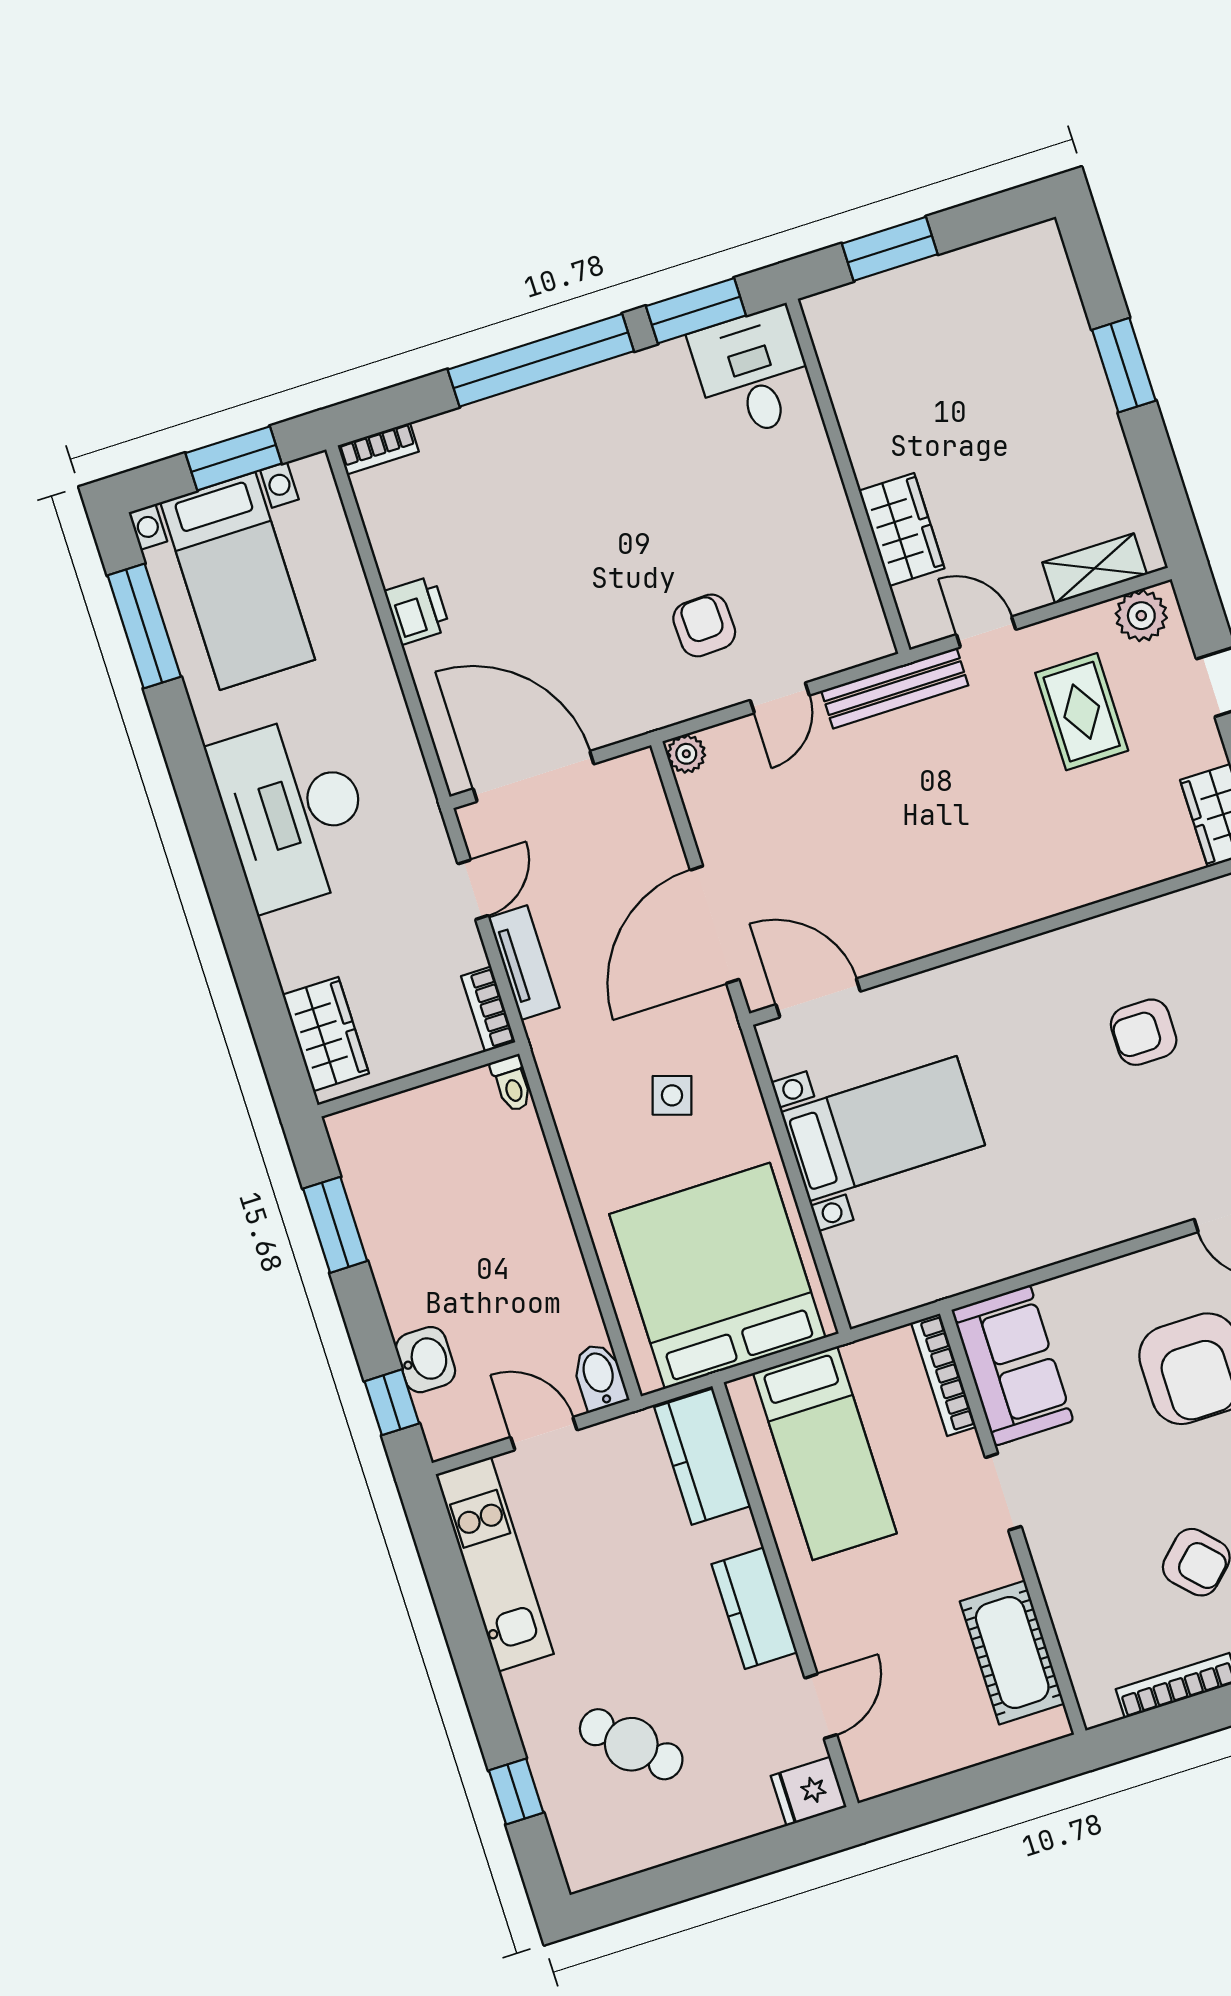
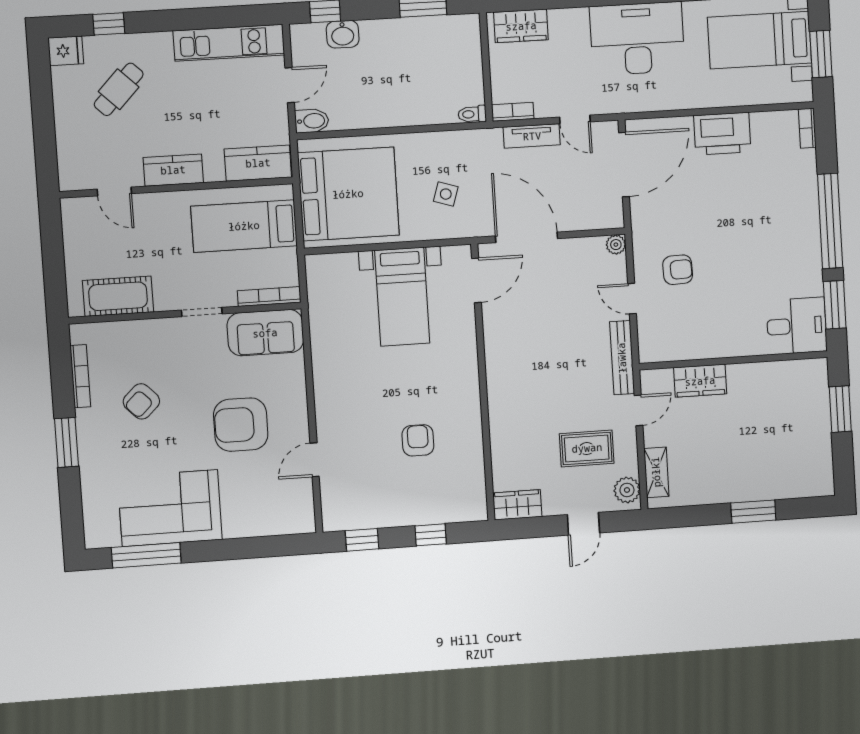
printer: (417, 610) -> (722, 134), width x1.87, depth x1.48
fridge: (809, 1791) -> (66, 51), moved, turned 90

